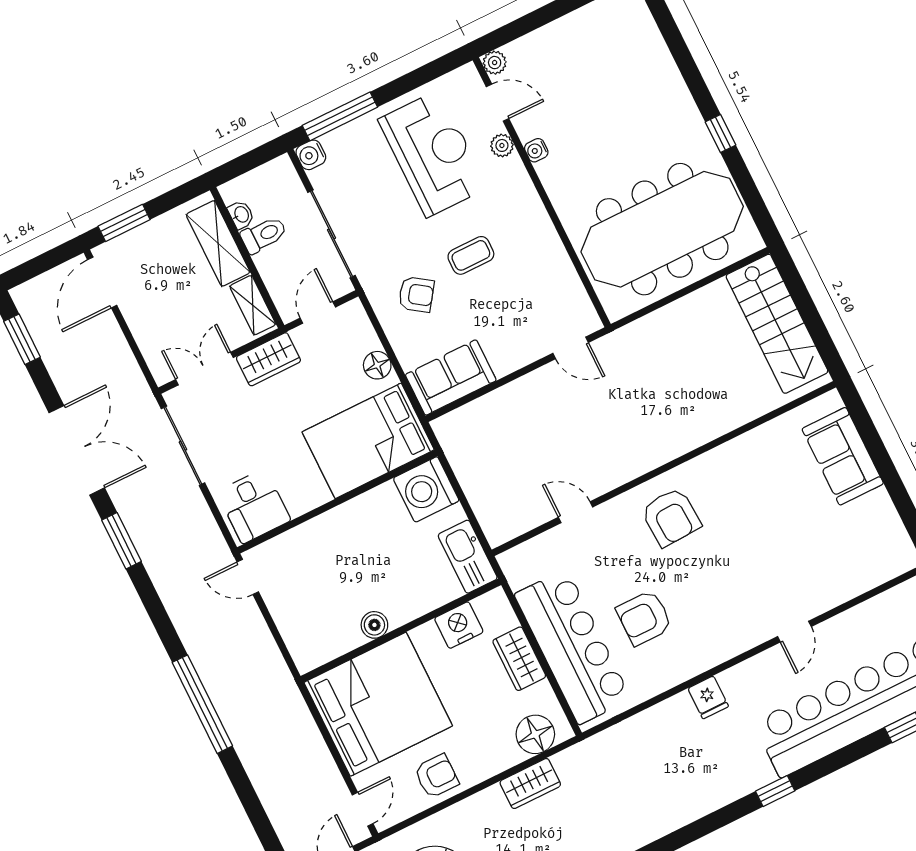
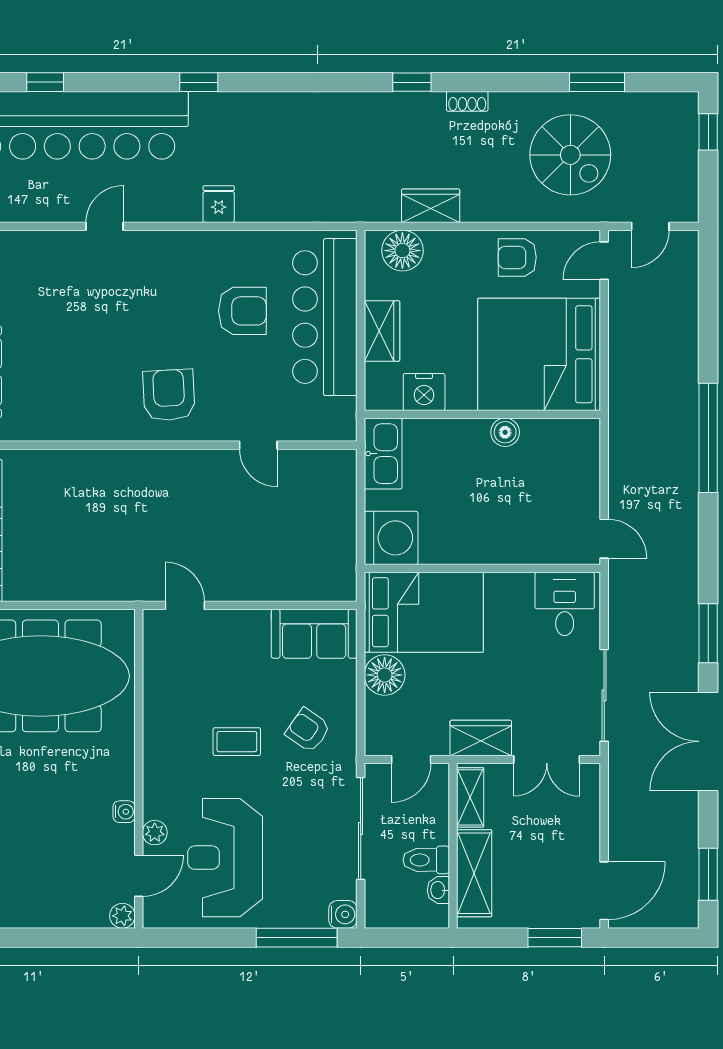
door: (497, 103) -> (139, 876), swing flipped
floor lamp: (377, 365) -> (385, 675), width x1.38, depth x1.38

